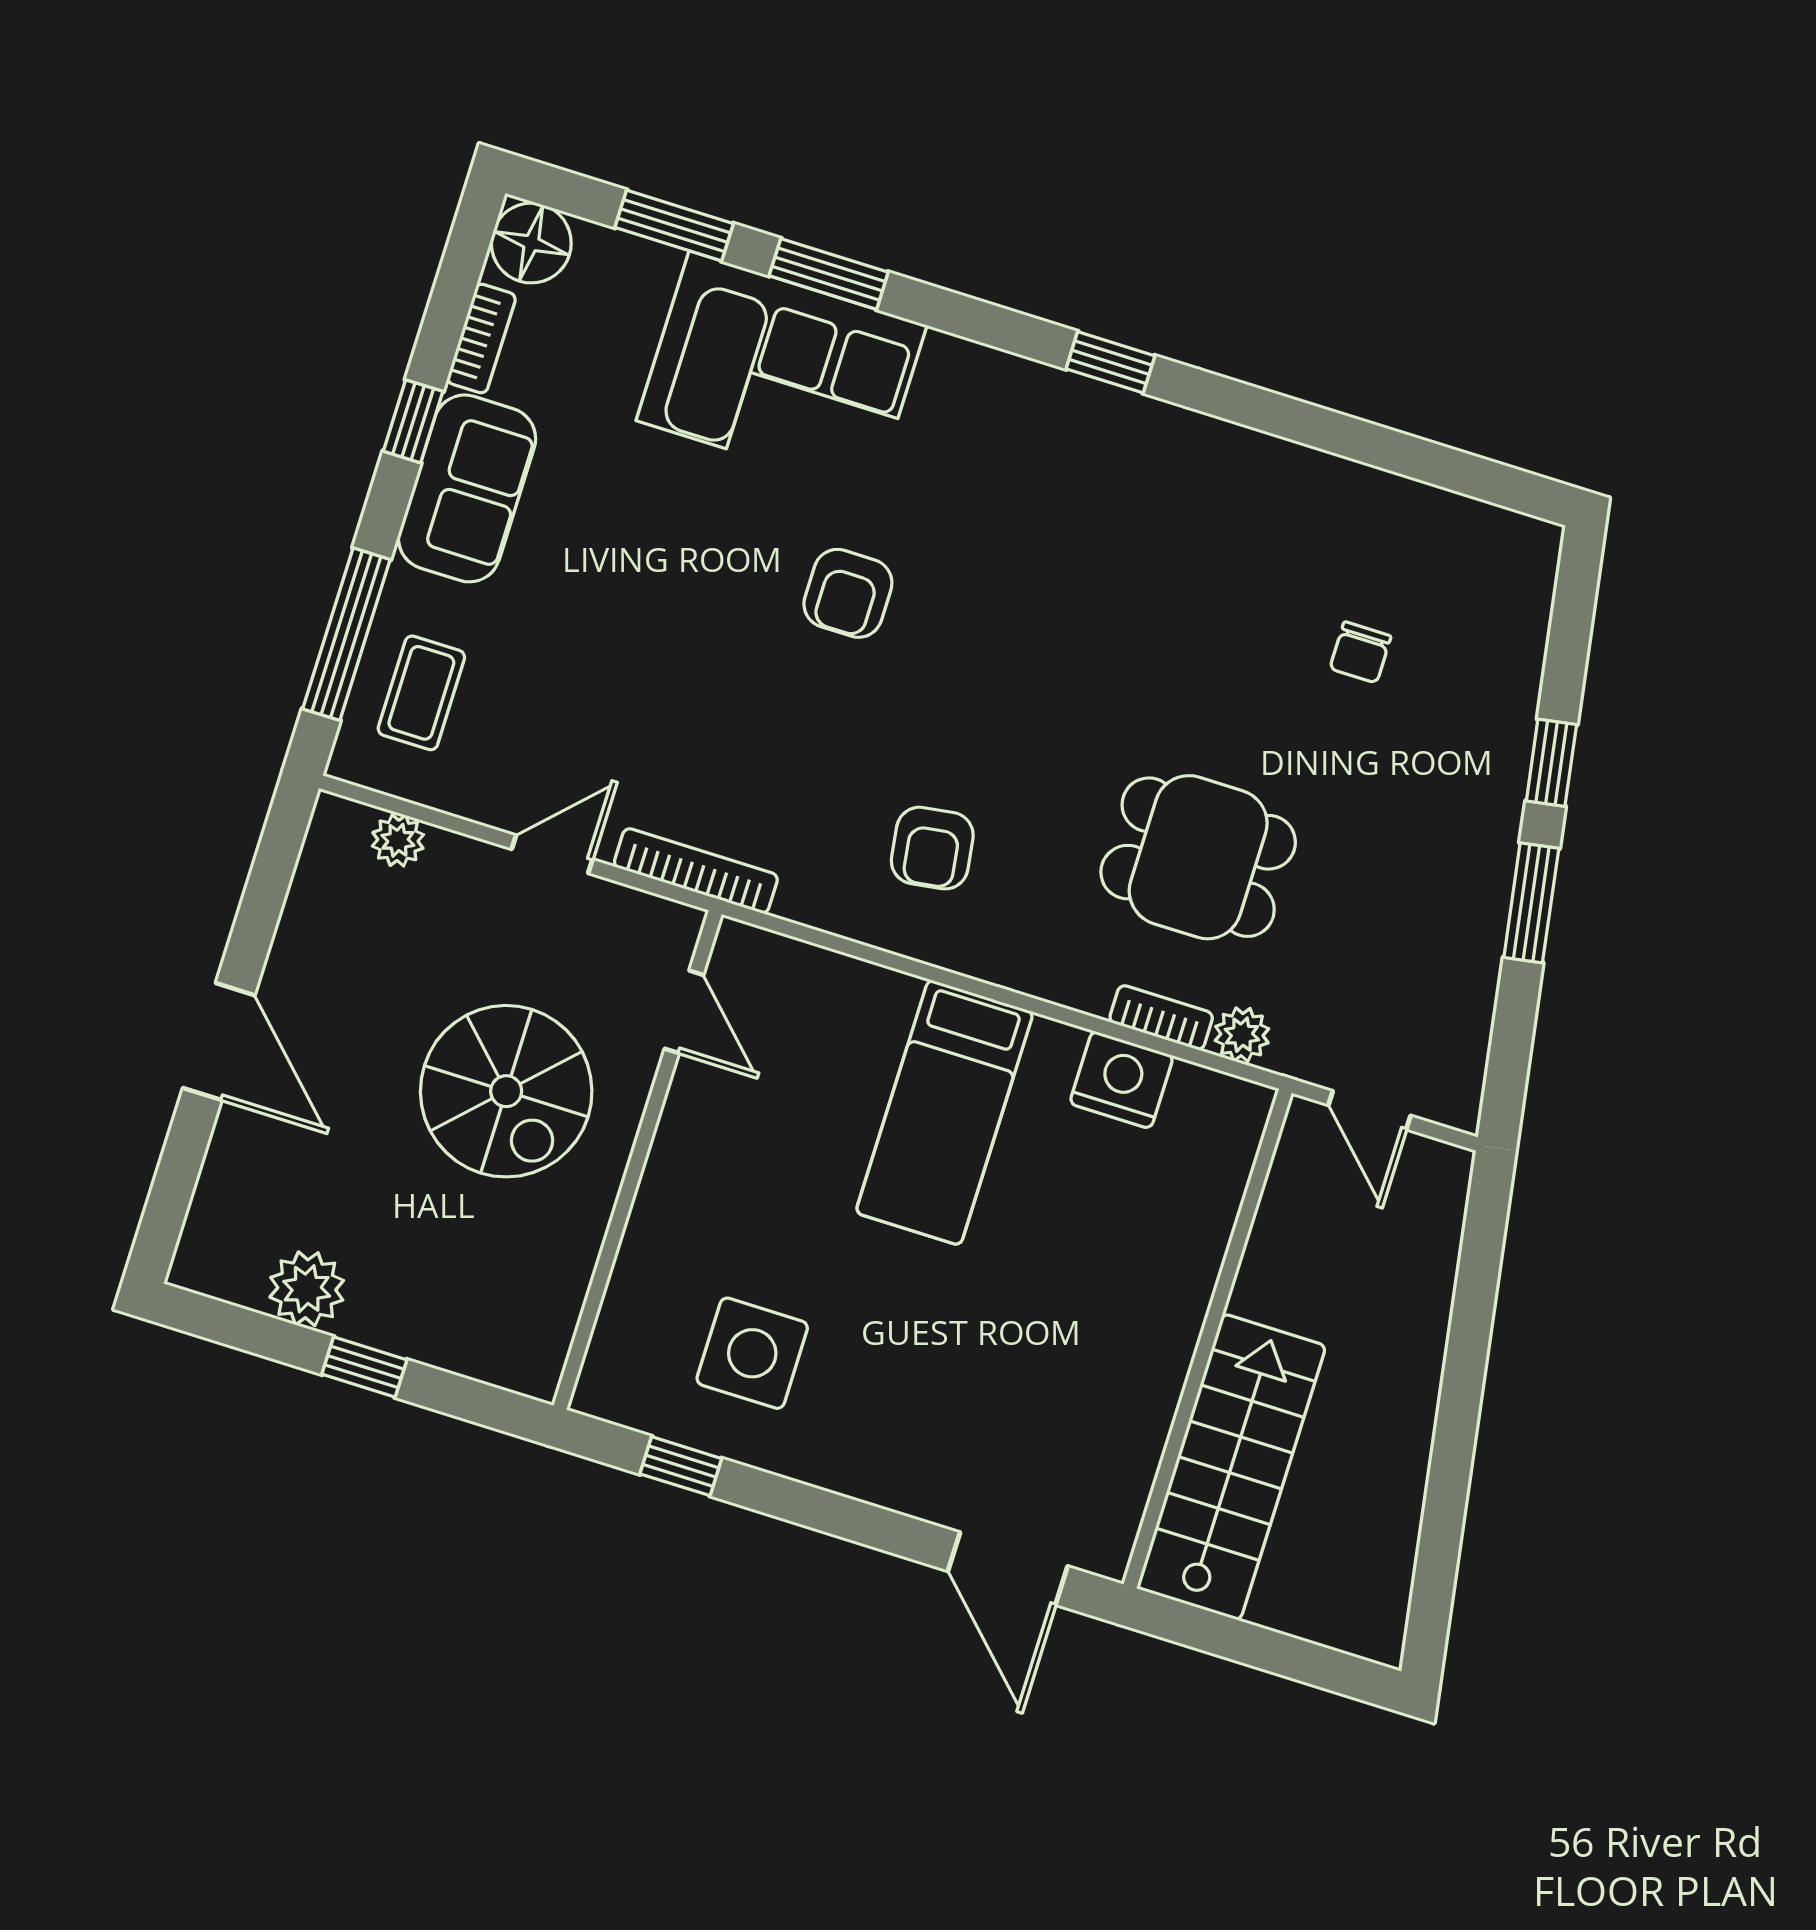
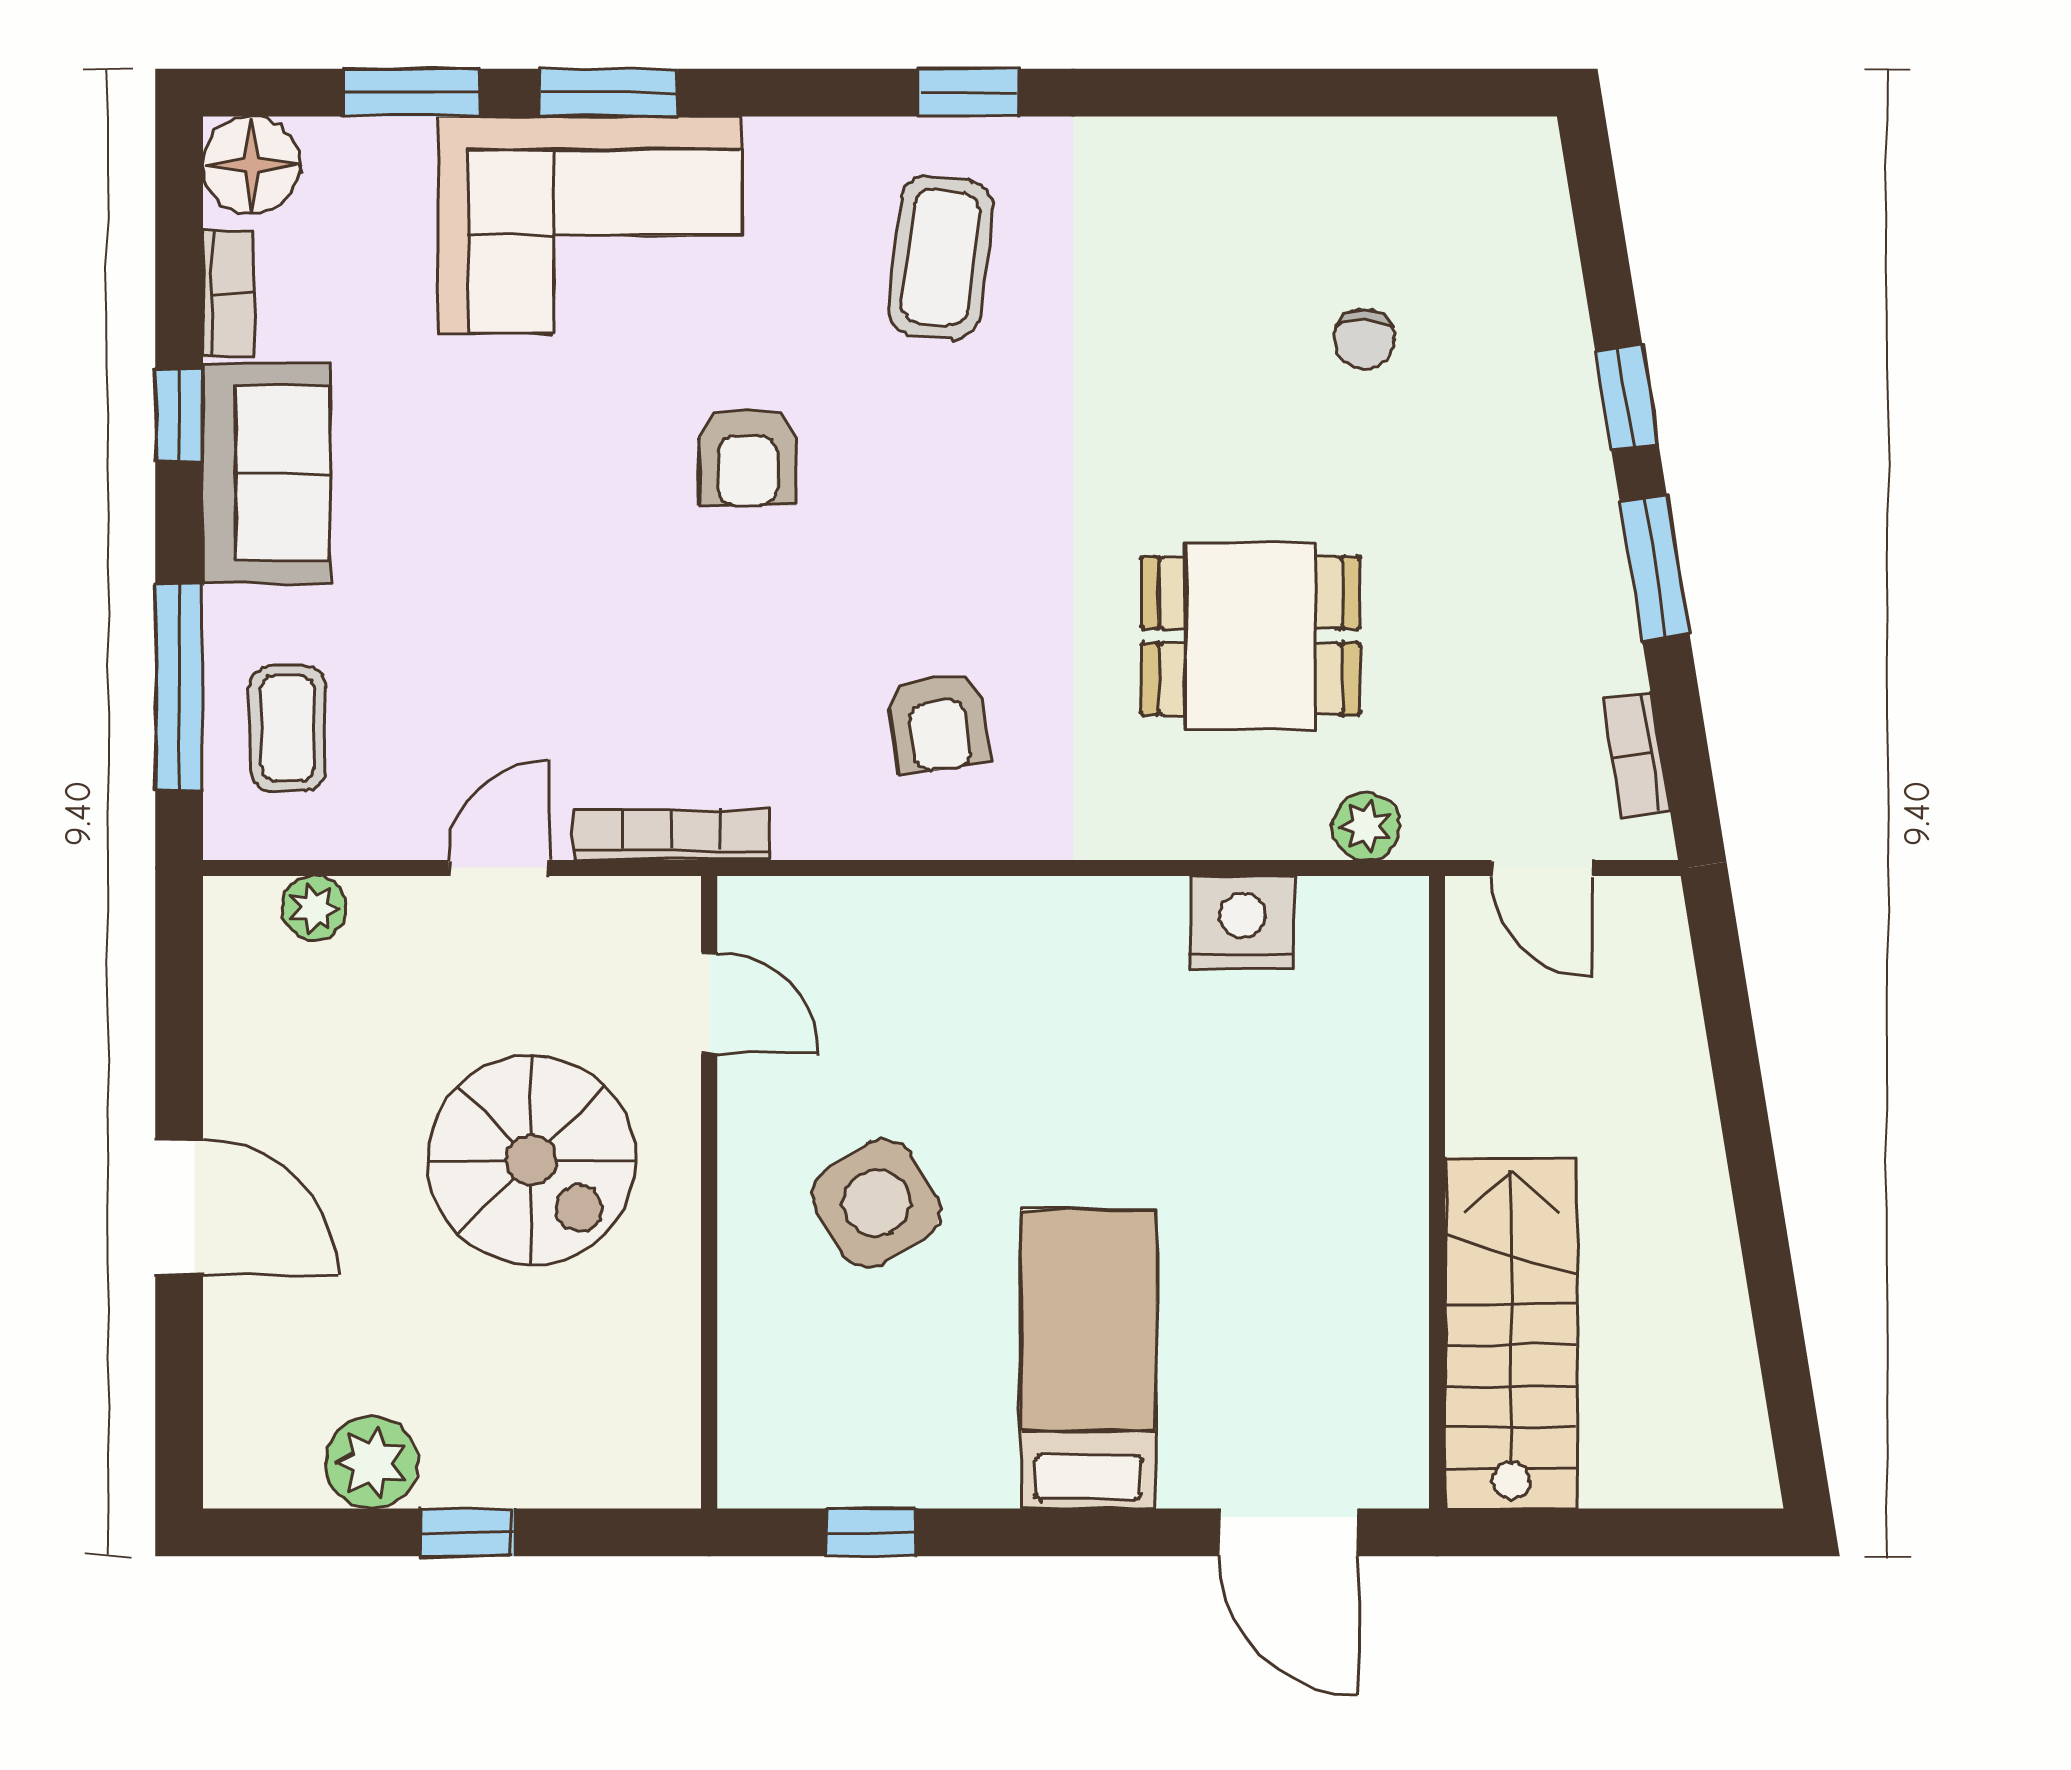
coffee table: (1048, 485) -> (941, 258), added
bookcase: (1161, 1018) -> (1637, 755), moved, turned -99
bed: (944, 1112) -> (1088, 1359), moved, turned 180
side table: (752, 1353) -> (876, 1203), moved, turned -31

